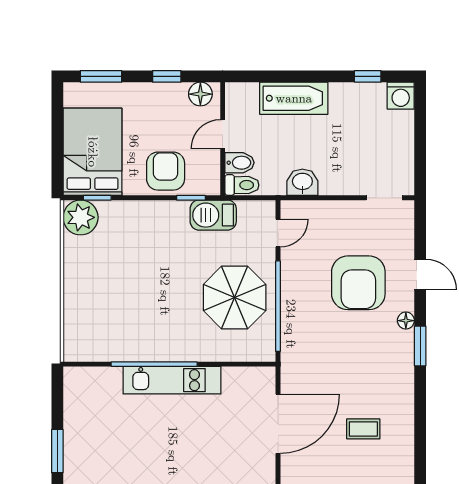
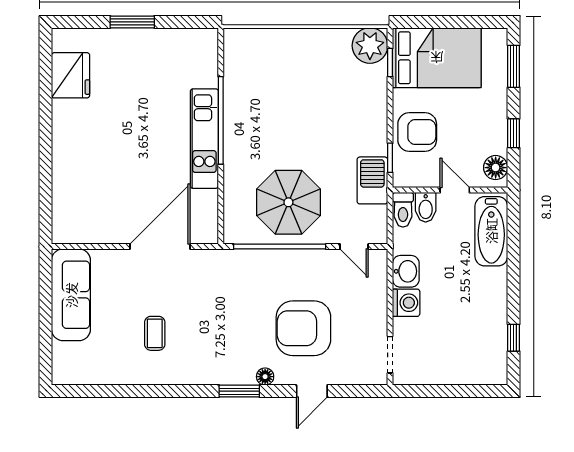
washing machine: (401, 96) -> (406, 303), moved, turned 180
bathtub: (294, 98) -> (491, 231), moved
door: (278, 424) -> (160, 246), swing flipped

